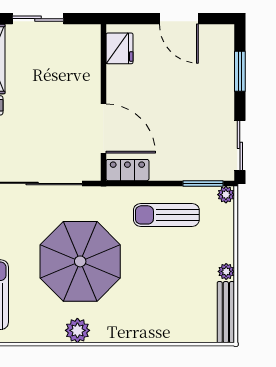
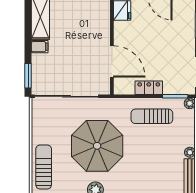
locker: (127, 170) -> (149, 88), moved

